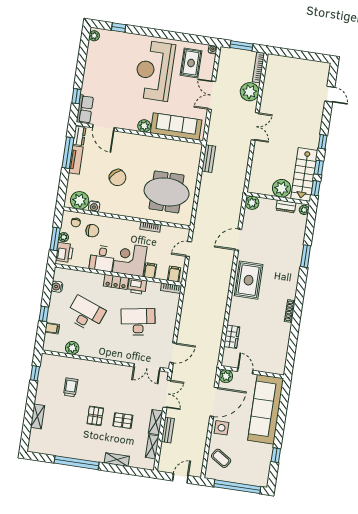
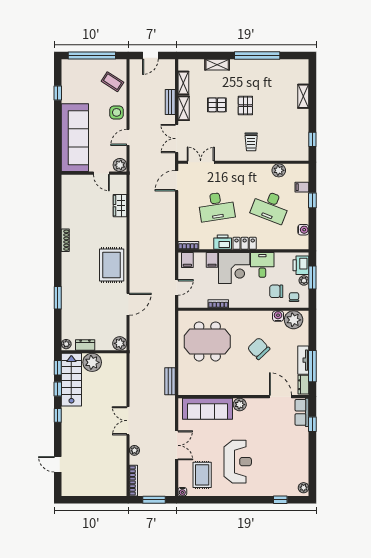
reception desk: (154, 71) -> (238, 462), width x0.74, depth x0.77
plant: (250, 92) -> (134, 450), width x0.53, depth x0.53
trolley: (71, 387) -> (251, 142), moved
door: (214, 402) -> (128, 137), width x0.53

